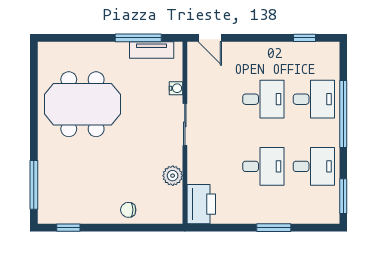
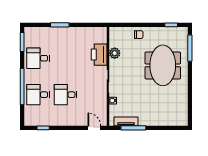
meeting table: (82, 104) -> (163, 65), moved, turned 90
desk: (263, 166) -> (65, 58), removed
printer: (201, 204) -> (99, 55), moved

